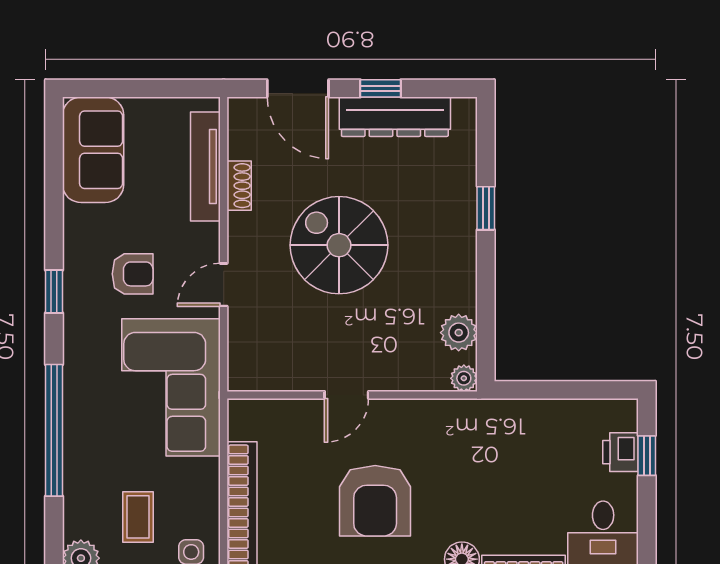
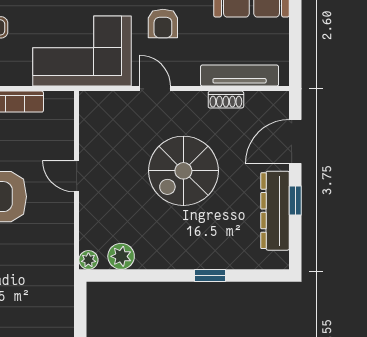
spiral stairs: (339, 245) -> (183, 171), turned 180

